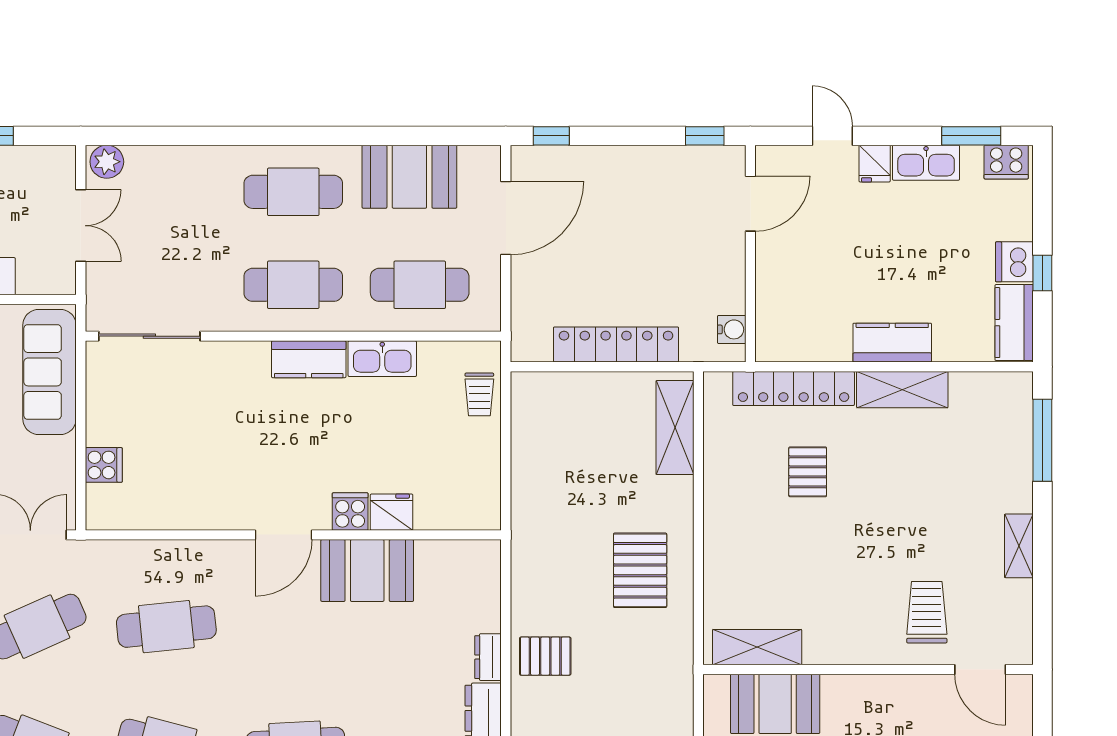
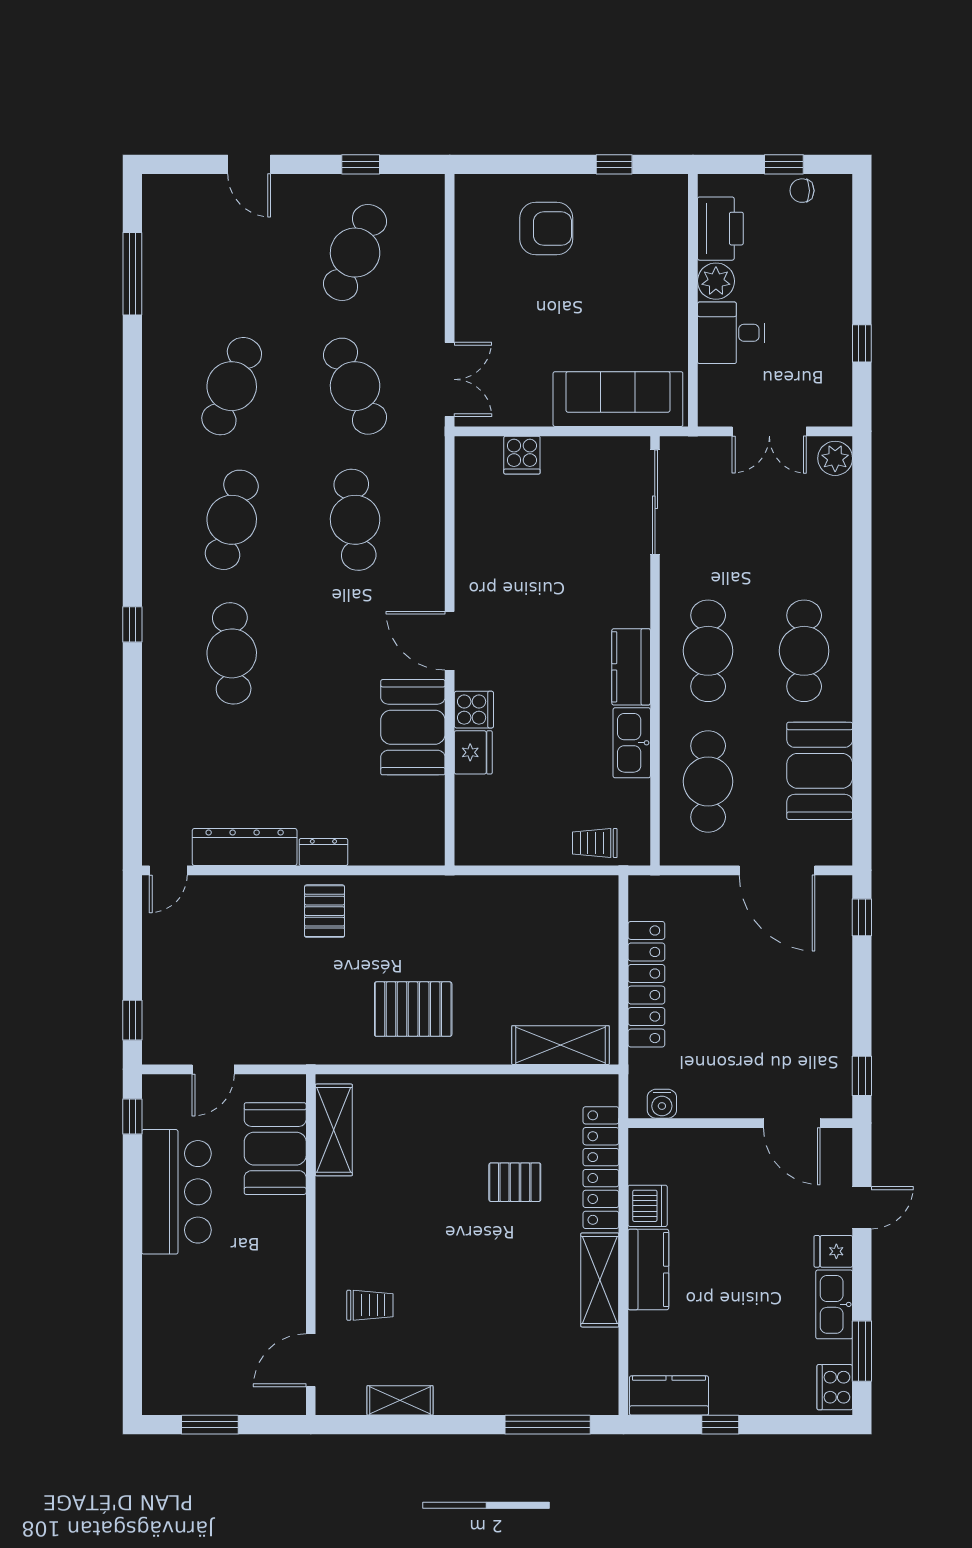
dishwasher: (1014, 262) -> (648, 1206), moved, turned 90
shelving: (1019, 546) -> (400, 1400), moved
trolley: (927, 612) -> (370, 1305), width x0.73, depth x0.72

